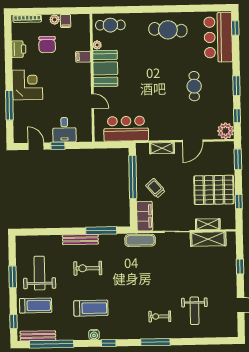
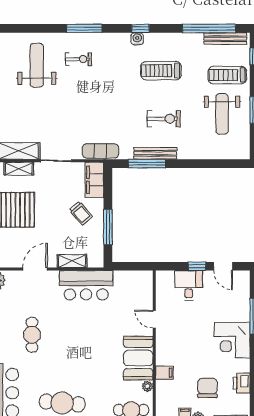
bar counter: (126, 129) -> (86, 285), moved
window: (133, 177) -> (108, 227), width x0.68
bench: (80, 239) -> (155, 153), moved
weight bench: (195, 311) -> (37, 65), width x1.36, depth x1.33
water cooler: (94, 335) -> (137, 39), moved

